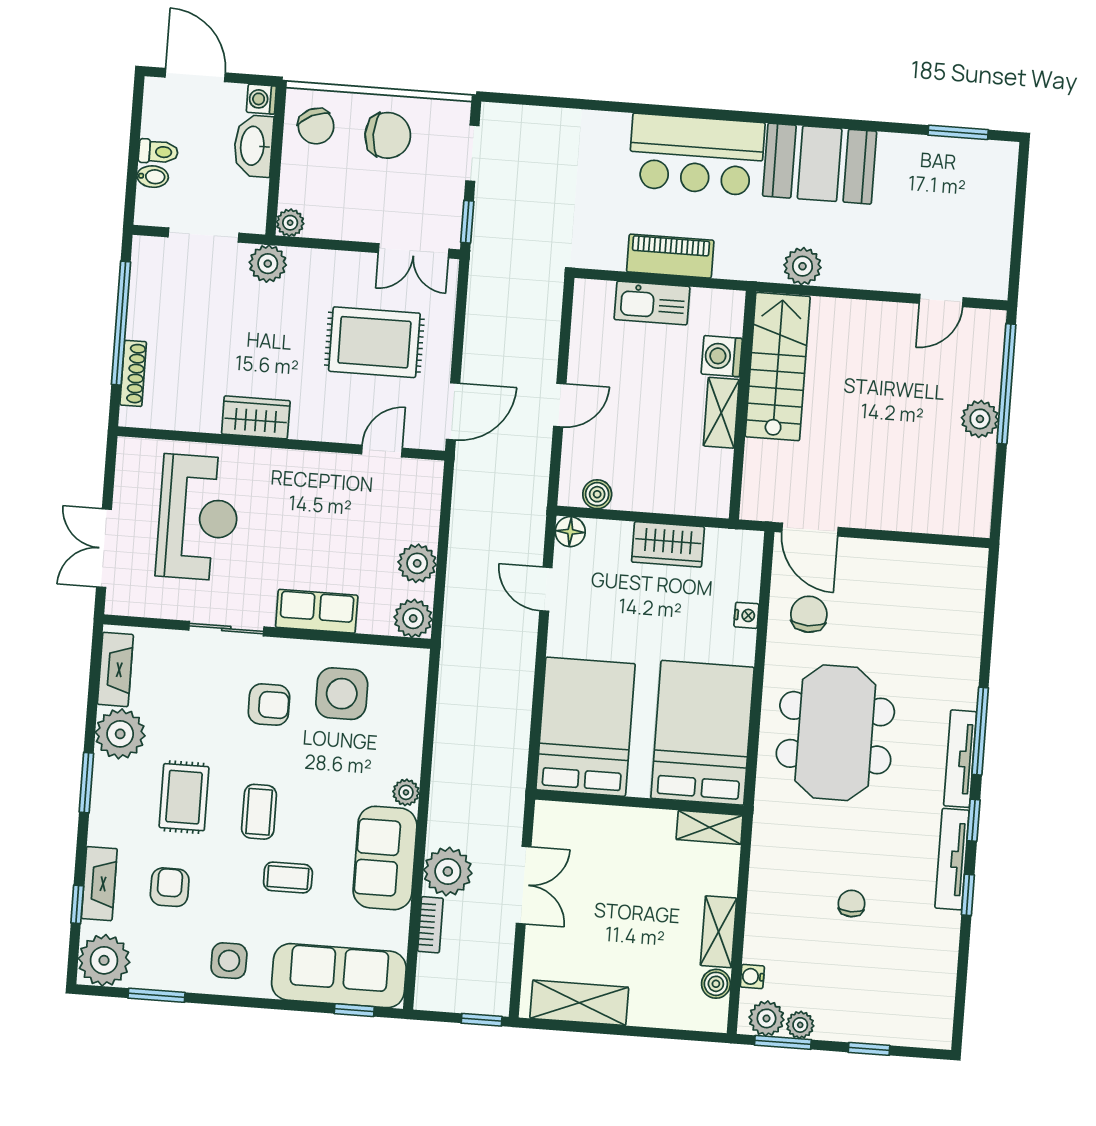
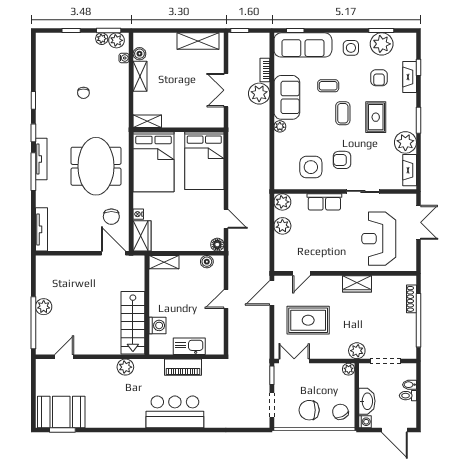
booth: (820, 164) -> (61, 412), moved
shelving: (721, 413) -> (164, 262), moved, turned 90
wardrobe: (668, 544) -> (142, 236), moved, turned 90
tv unit: (952, 859) -> (41, 229), moved
plant: (104, 960) -> (382, 44), moved

